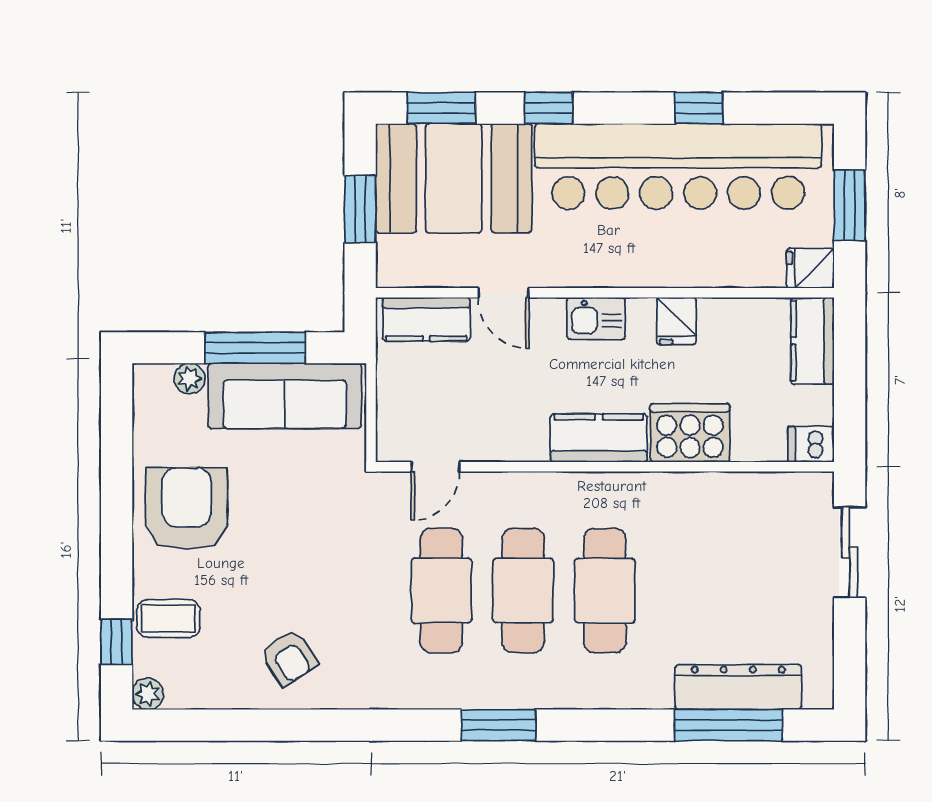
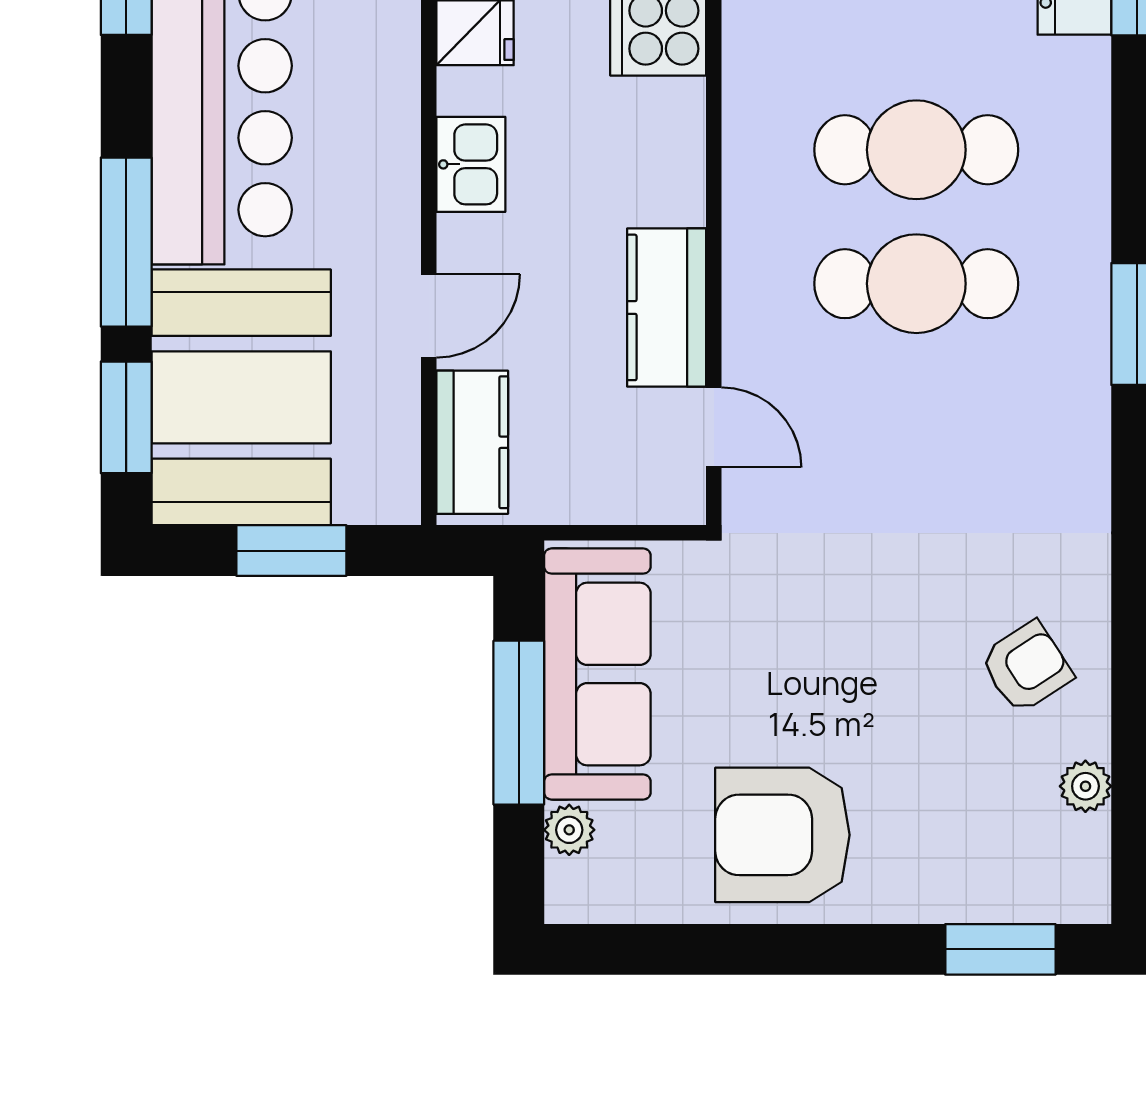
window: (549, 108) -> (126, 242), width x2.17
kitchen counter: (599, 438) -> (667, 307), moved
cafe table: (441, 591) -> (916, 418), removed
coffee table: (168, 619) -> (962, 865), removed
window: (117, 642) -> (1000, 949), width x1.50
plant: (148, 694) -> (1085, 786), moved

